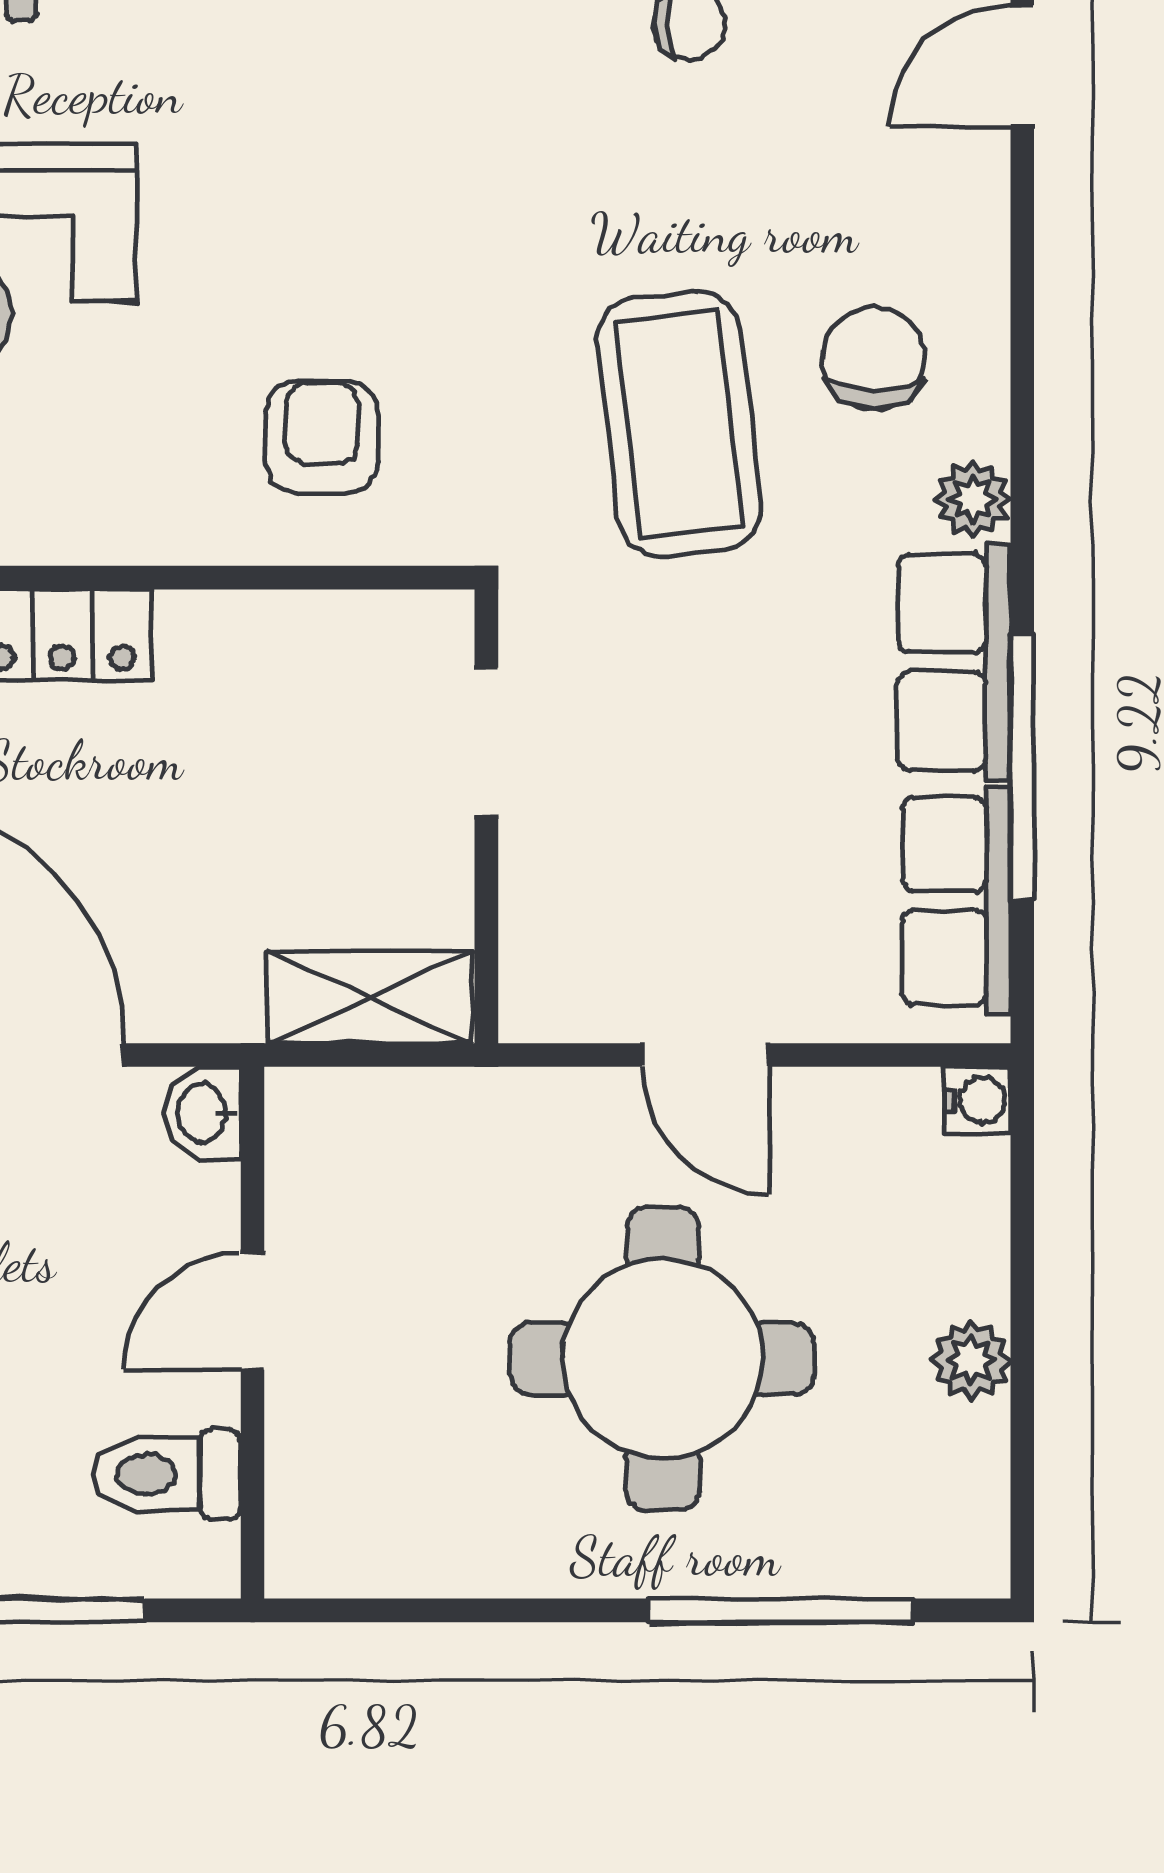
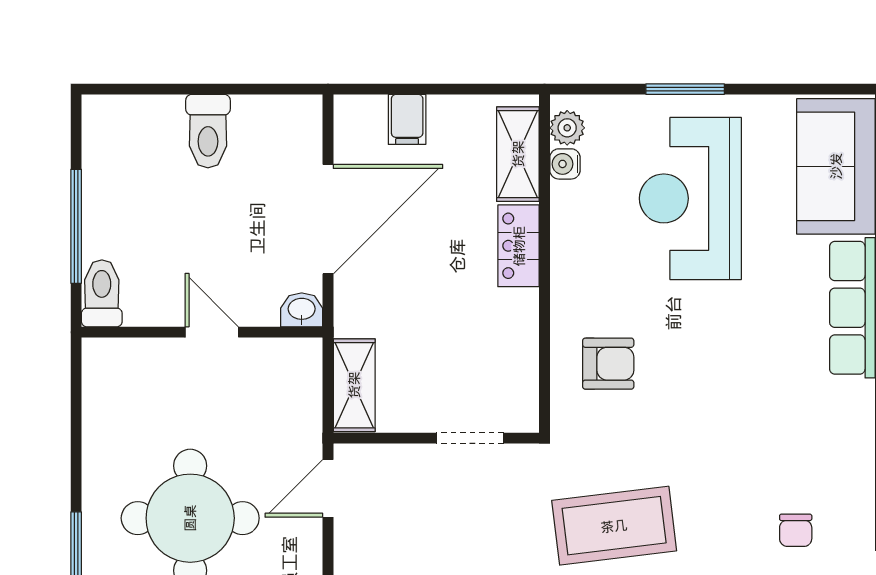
door: (706, 1055) -> (328, 488), moved
toilet: (167, 1474) -> (102, 293), moved

